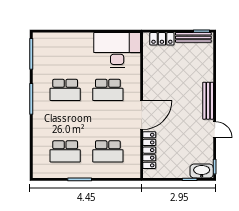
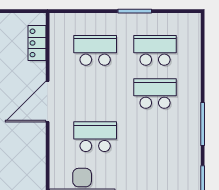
school desk: (65, 90) -> (155, 94), moved
locker: (149, 150) -> (37, 43), width x0.66

